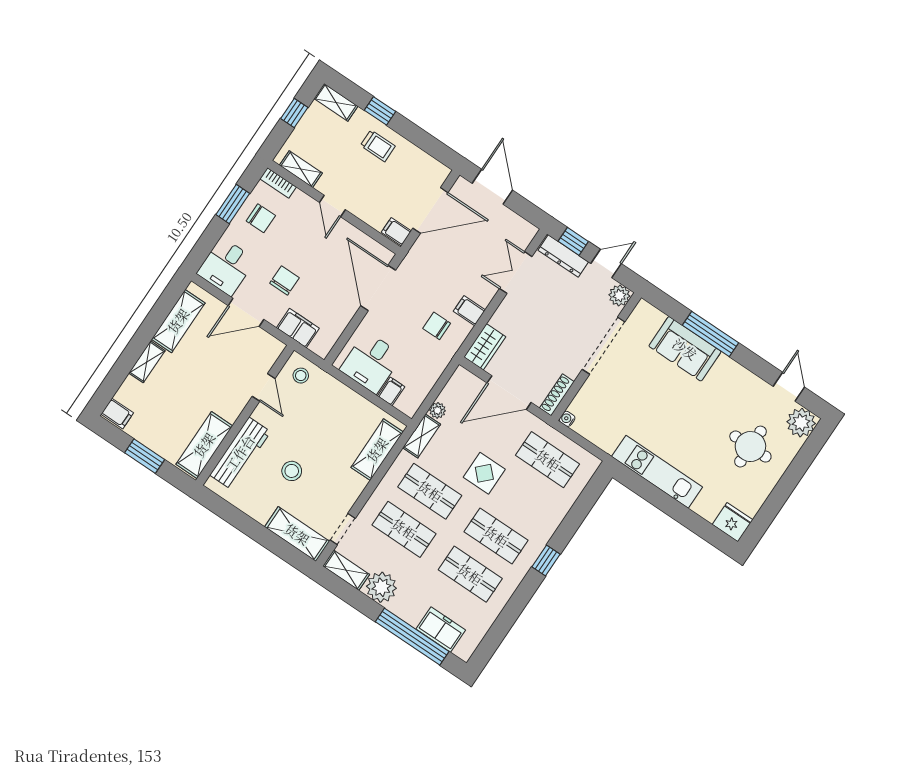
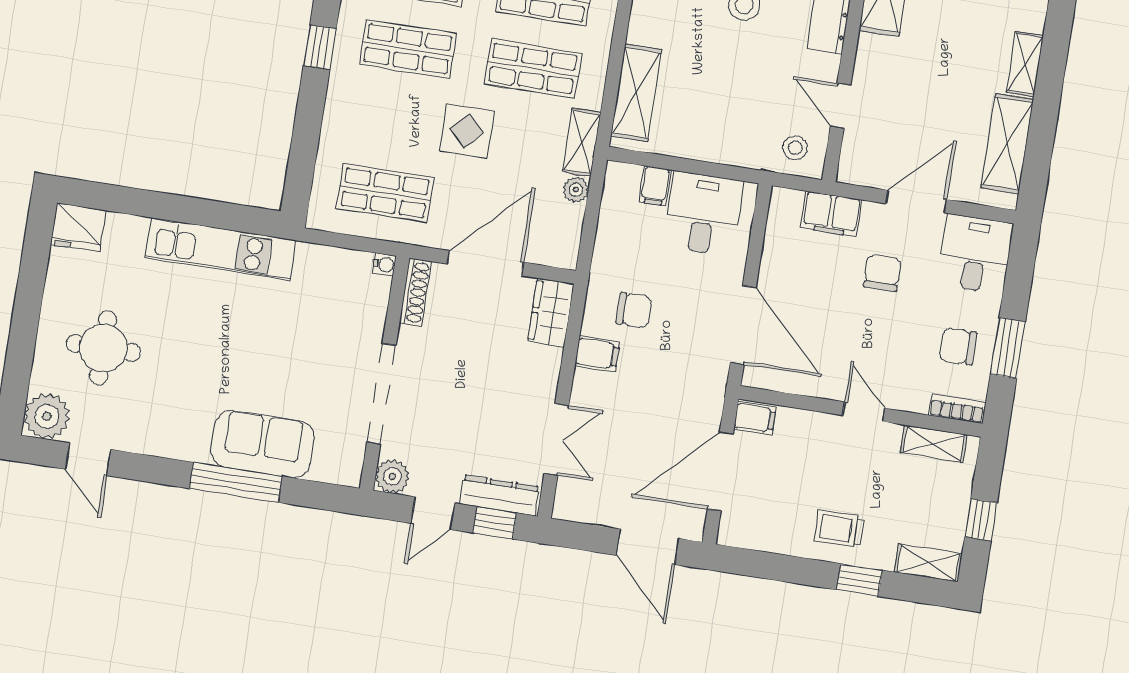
chair: (284, 281) -> (882, 273), turned 180

